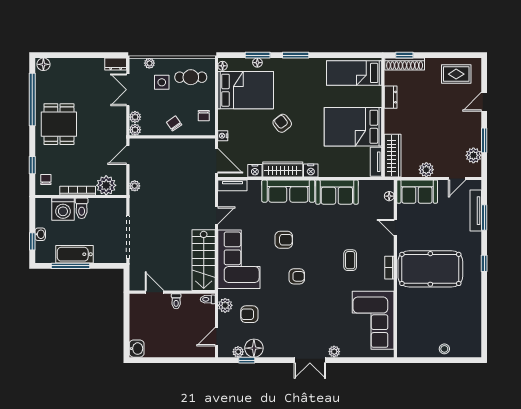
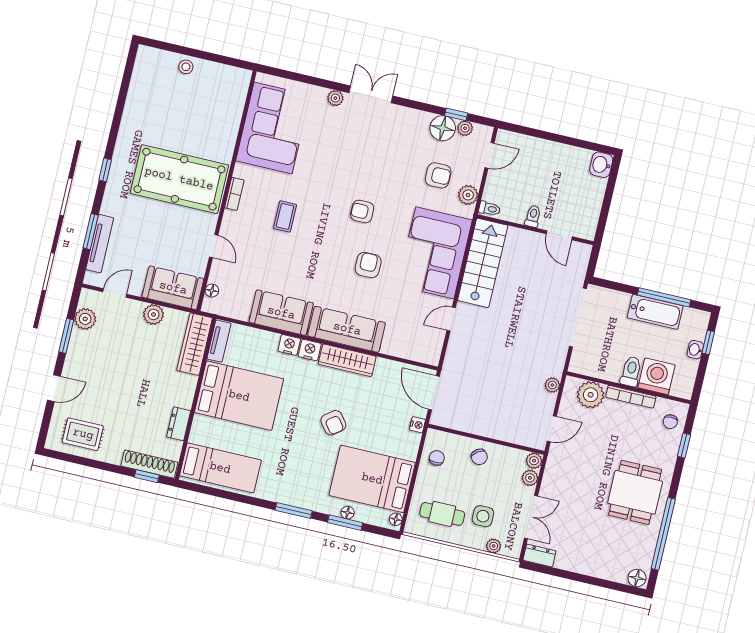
nightstand: (255, 171) -> (289, 345), moved
tv unit: (232, 185) -> (420, 355), removed
armchair: (284, 240) -> (368, 265), turned 90

